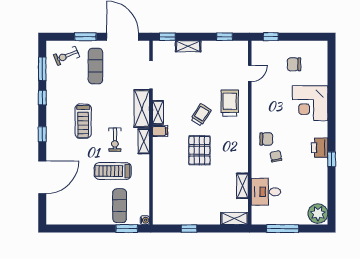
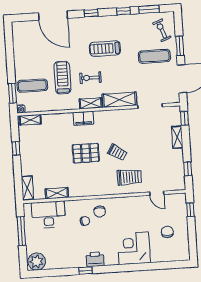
shelving: (158, 112) -> (30, 120), moved
filing cabinet: (160, 131) -> (83, 118), moved, width x2.00
desk: (266, 192) -> (48, 215), width x1.37

